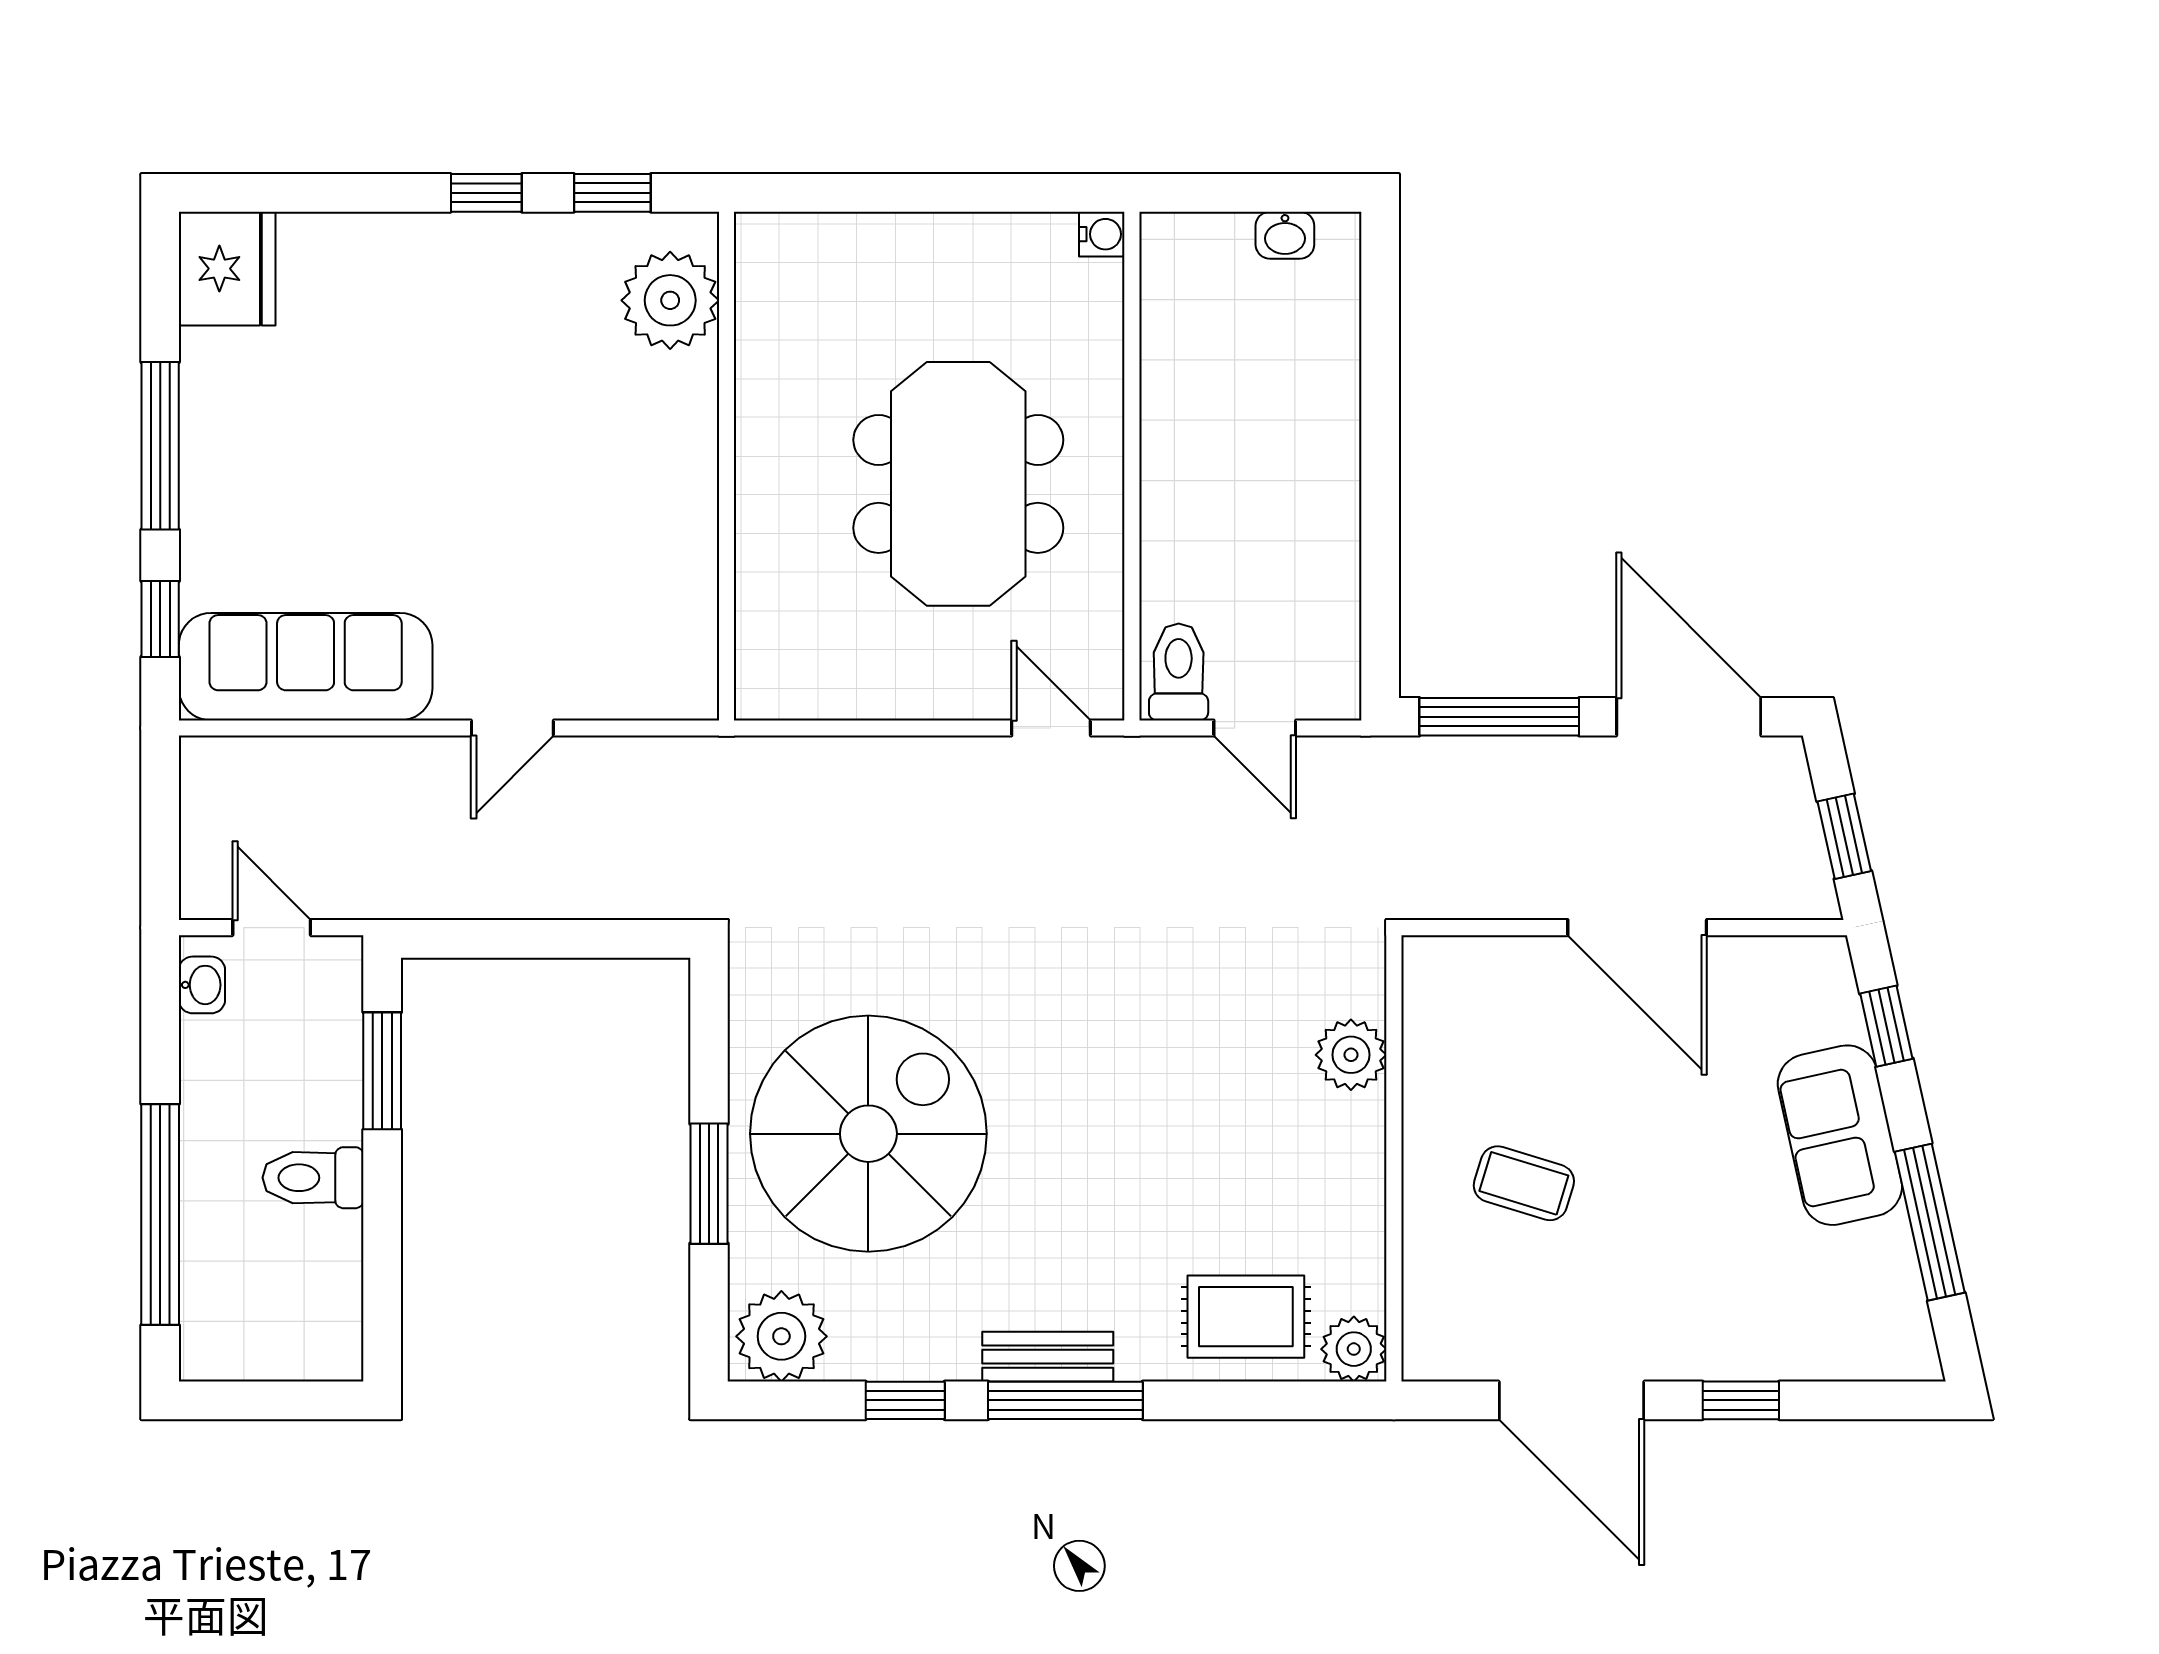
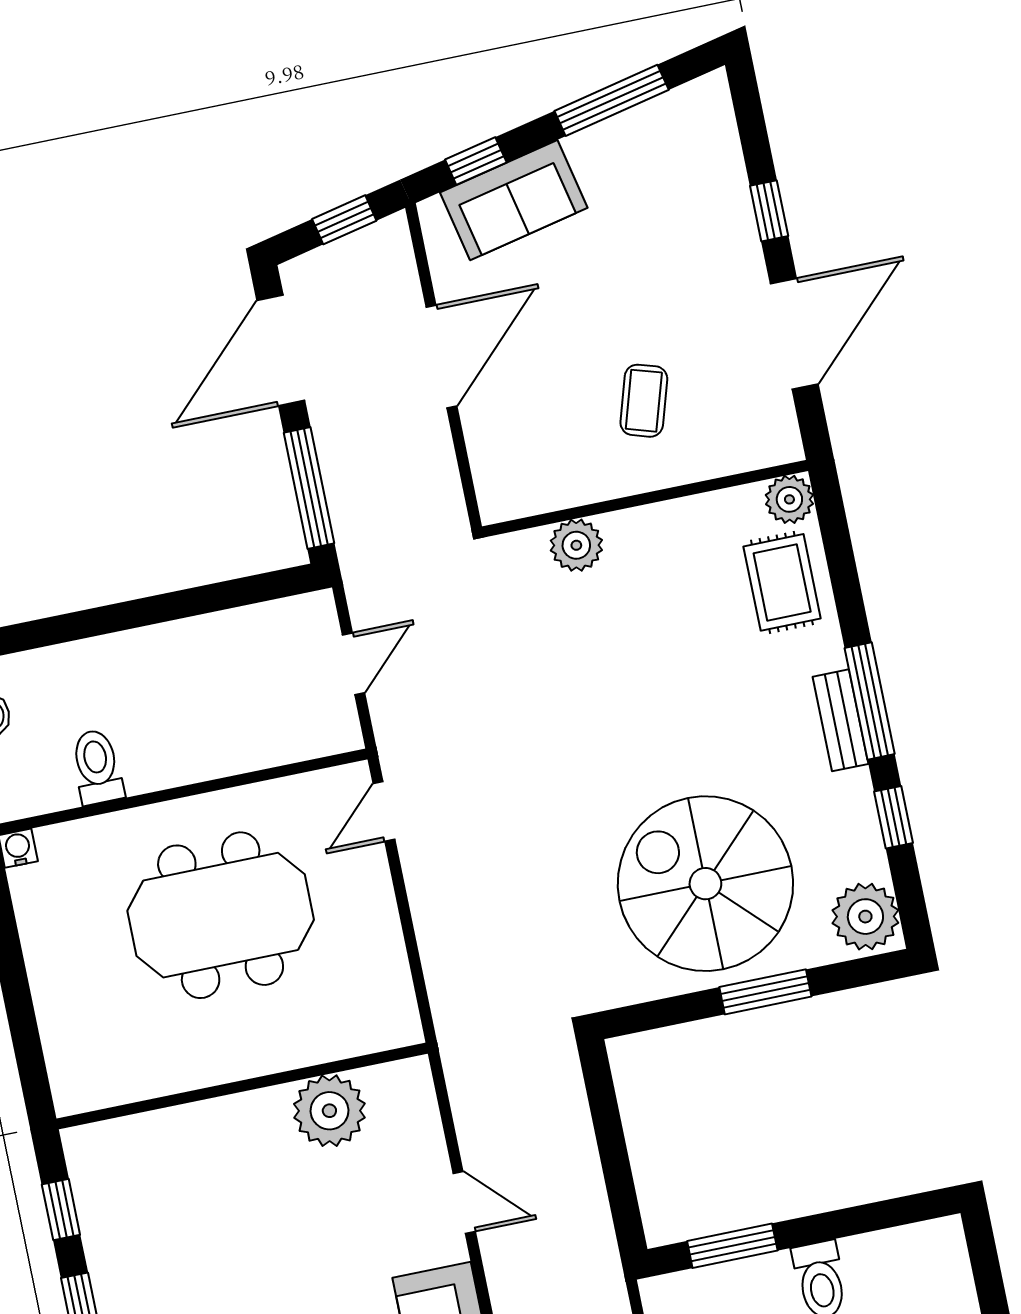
plant: (670, 300) -> (329, 1111), moved
toilet: (1179, 672) -> (97, 767), moved, turned 90
sofa: (1840, 1135) -> (514, 200), moved

